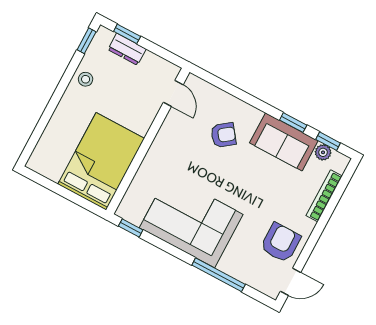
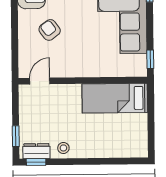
dresser: (127, 49) -> (36, 151), moved, turned -90
bed: (101, 161) -> (115, 98), width x0.67

